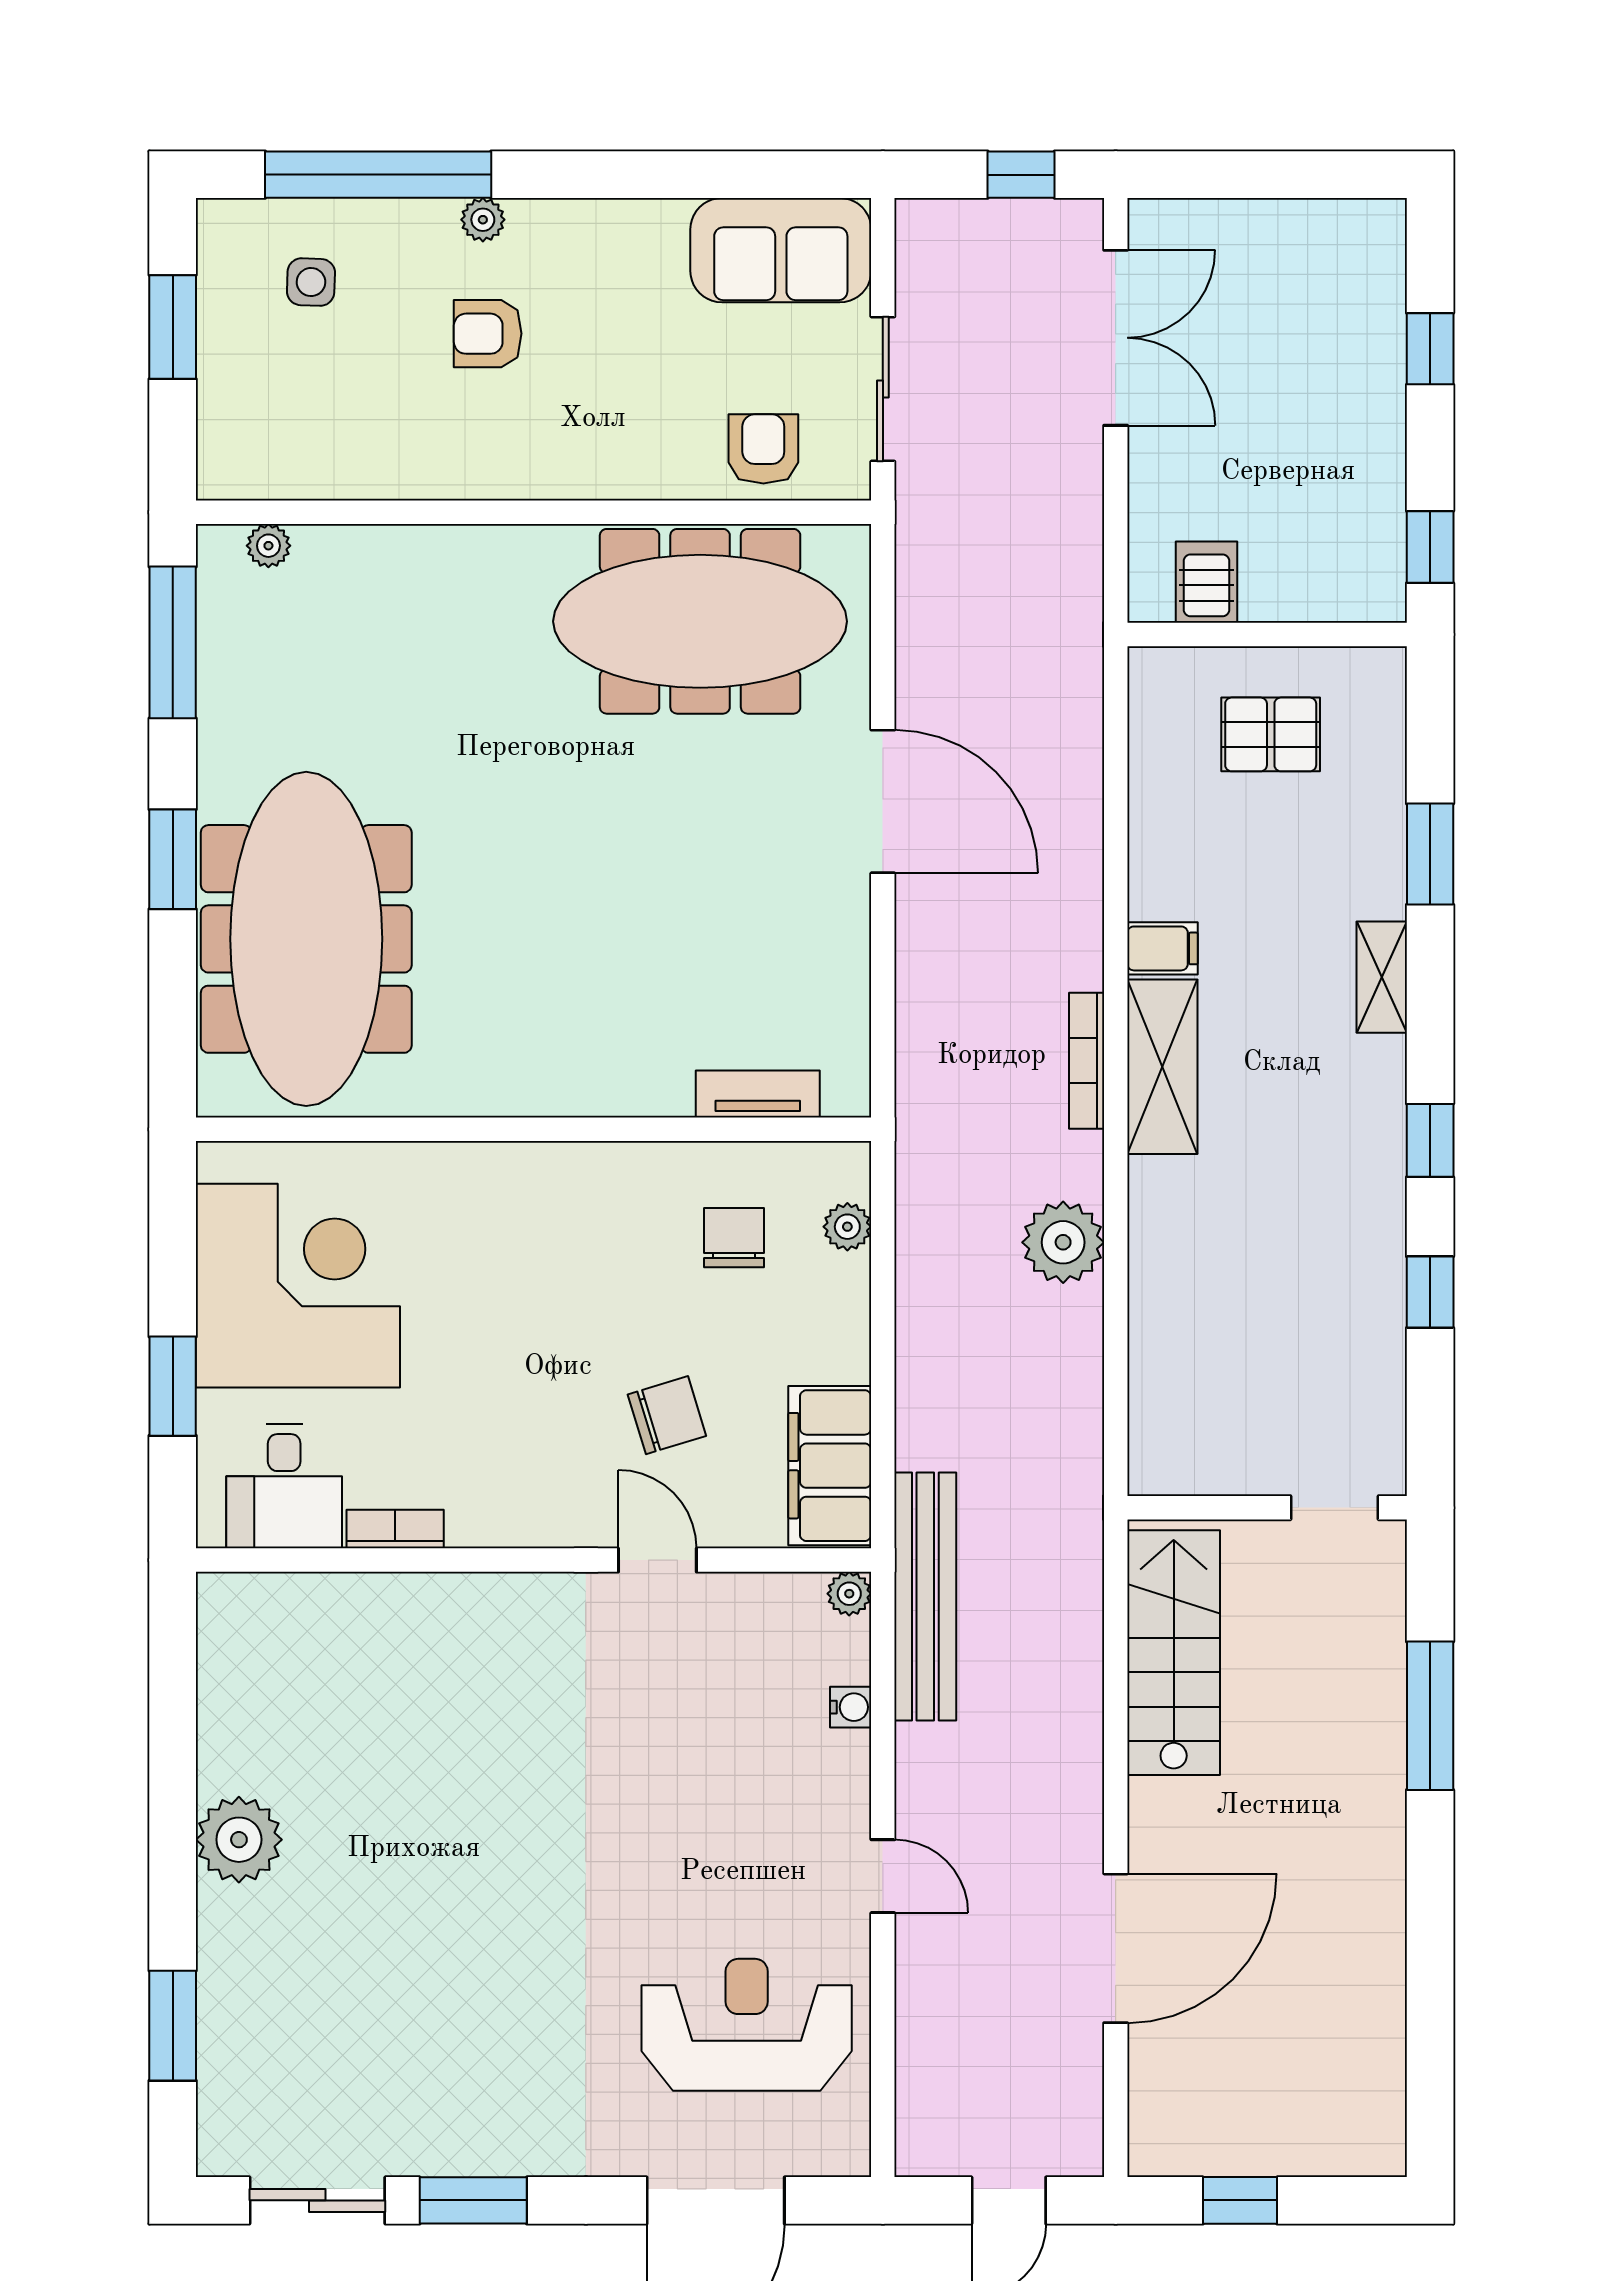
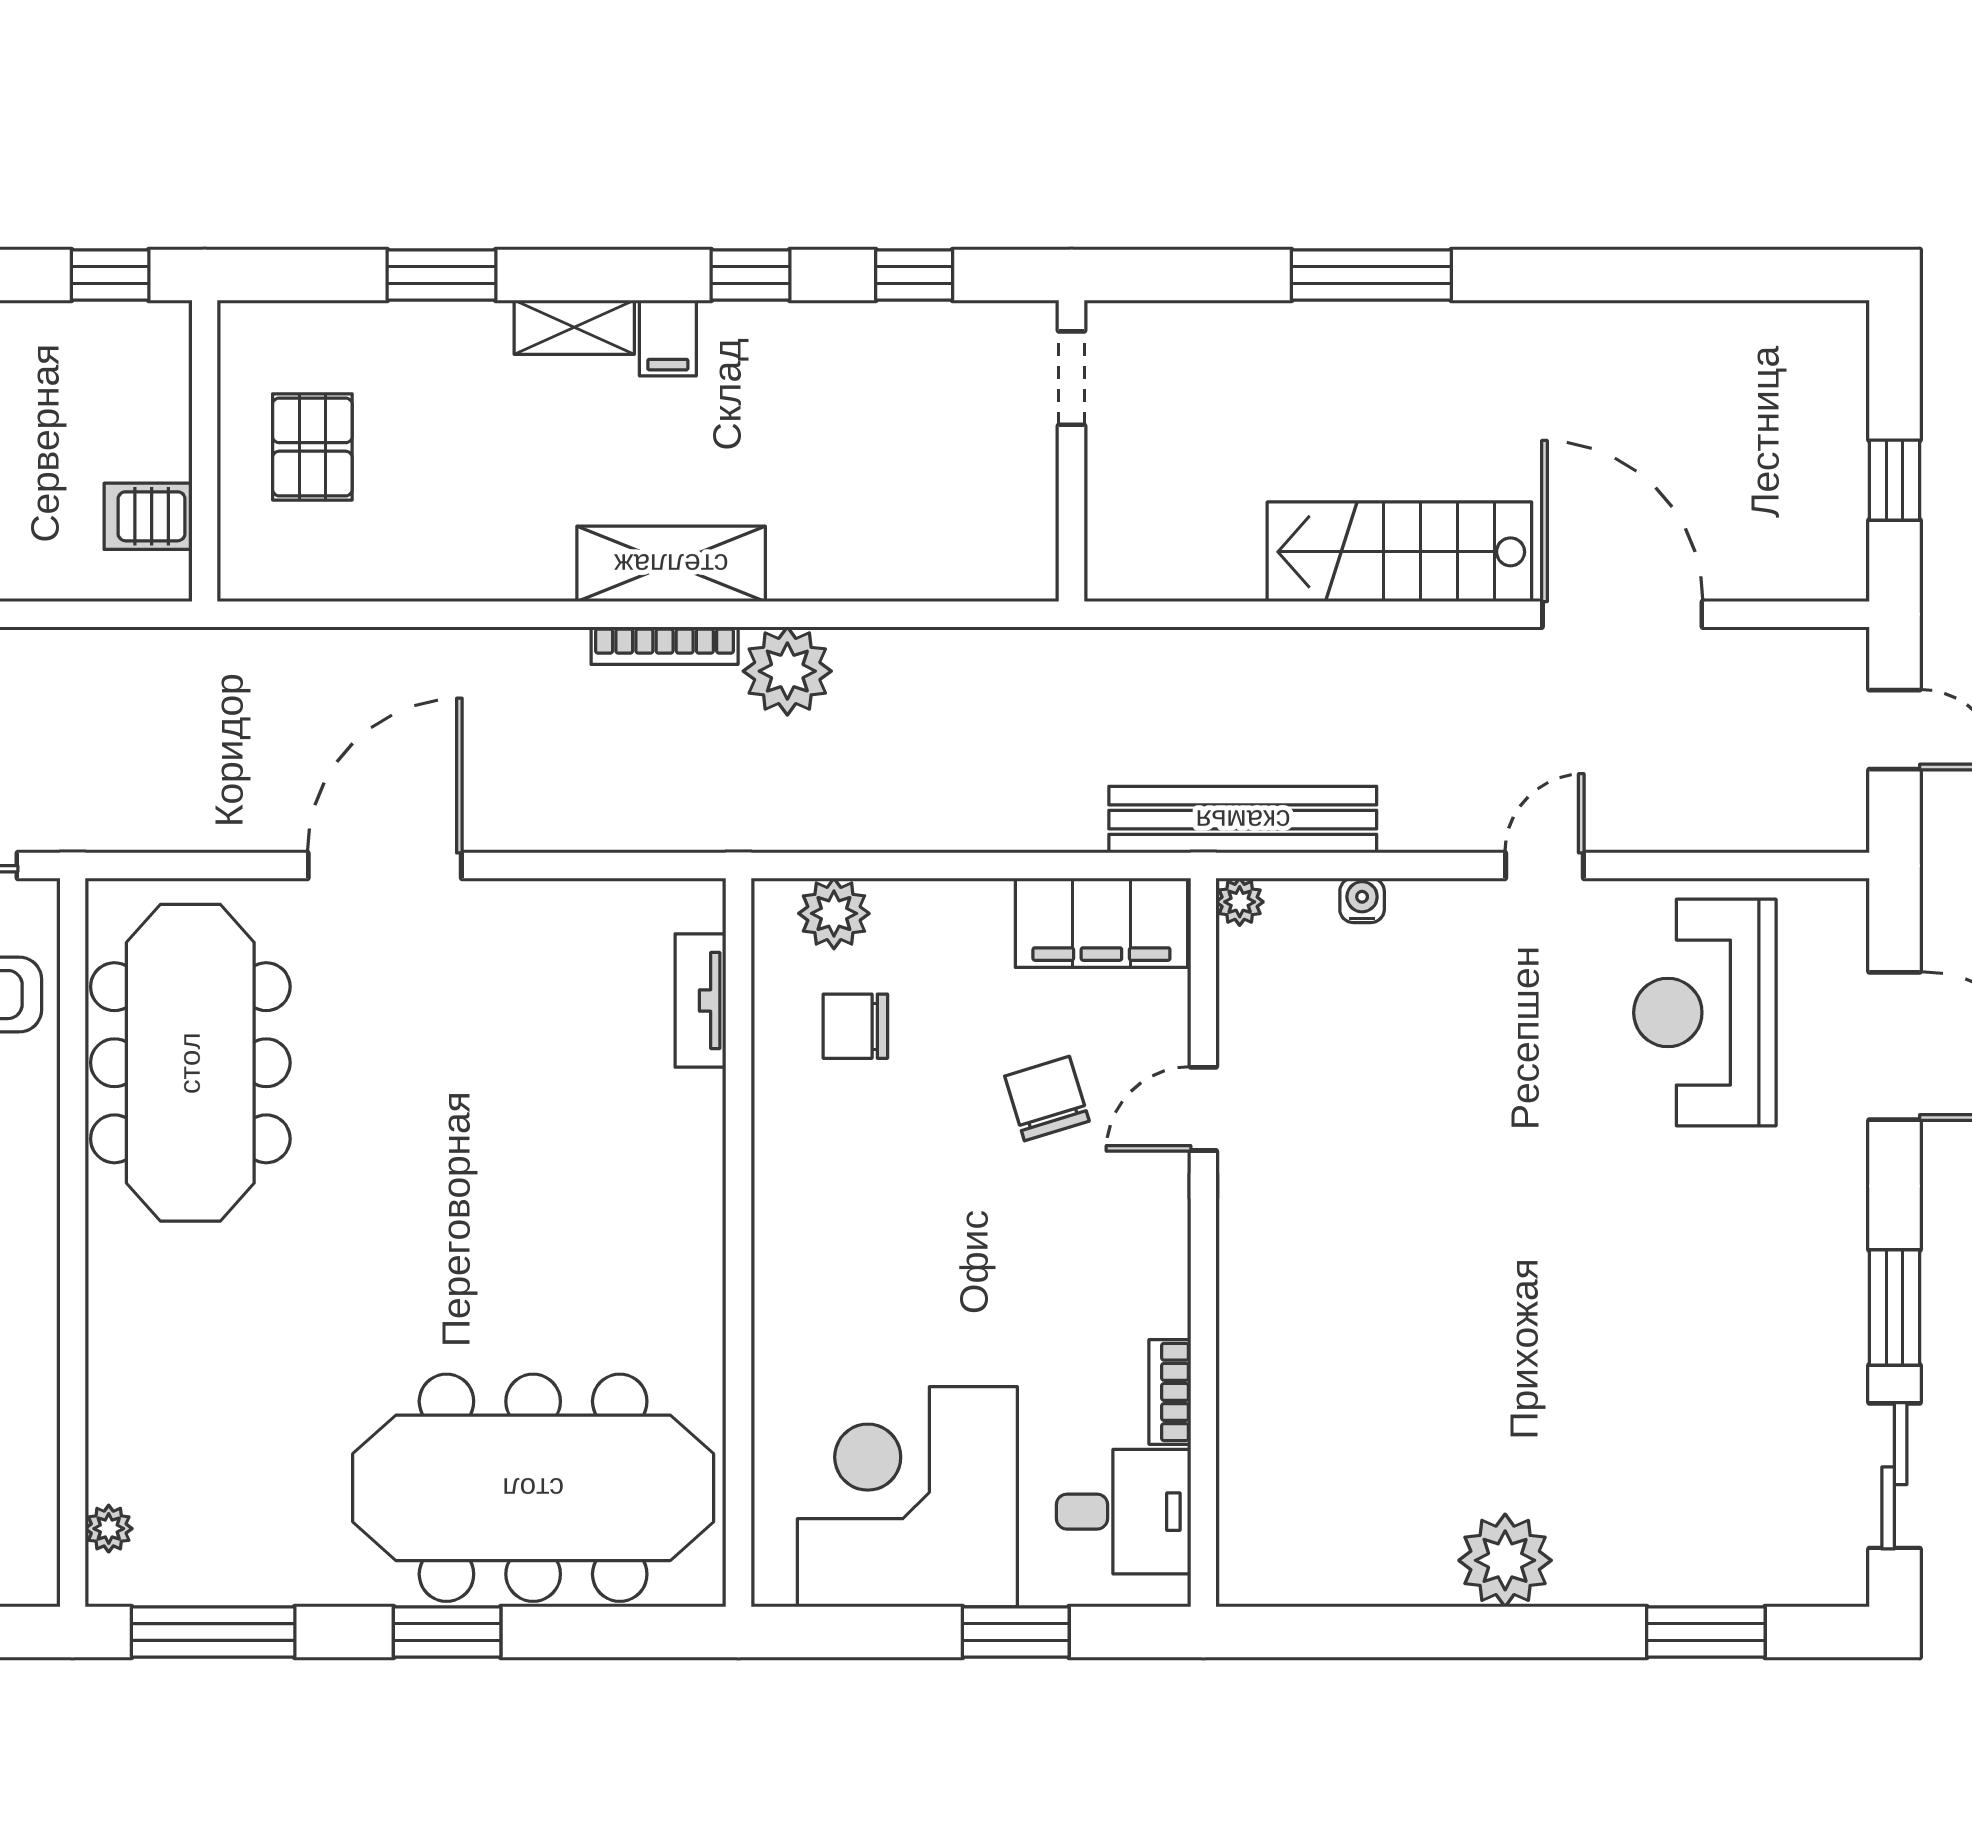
filing cabinet: (1162, 948) -> (668, 338), moved, turned 180
plant: (847, 1227) -> (834, 913), width x1.38, depth x1.38
plant: (1063, 1242) -> (787, 671), moved
wall: (1267, 1508) -> (1071, 451), moved
doorway: (1335, 1508) -> (1071, 378), moved
stairs: (1174, 1653) -> (1399, 552), moved

